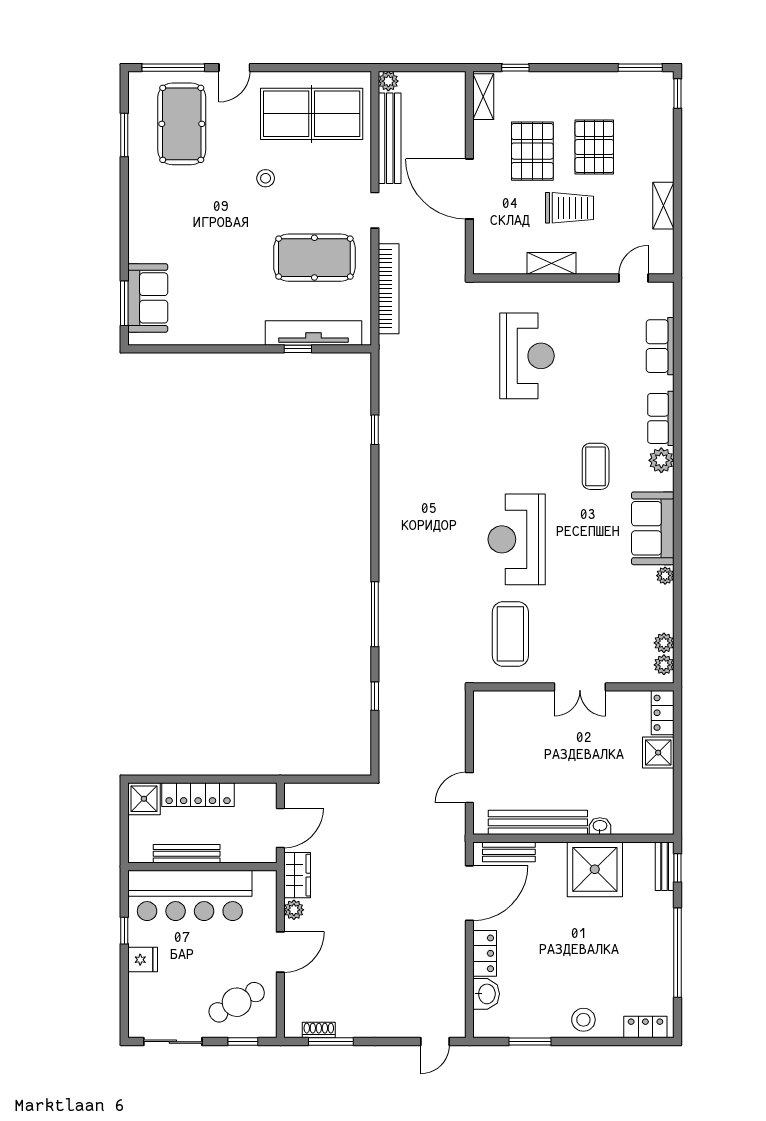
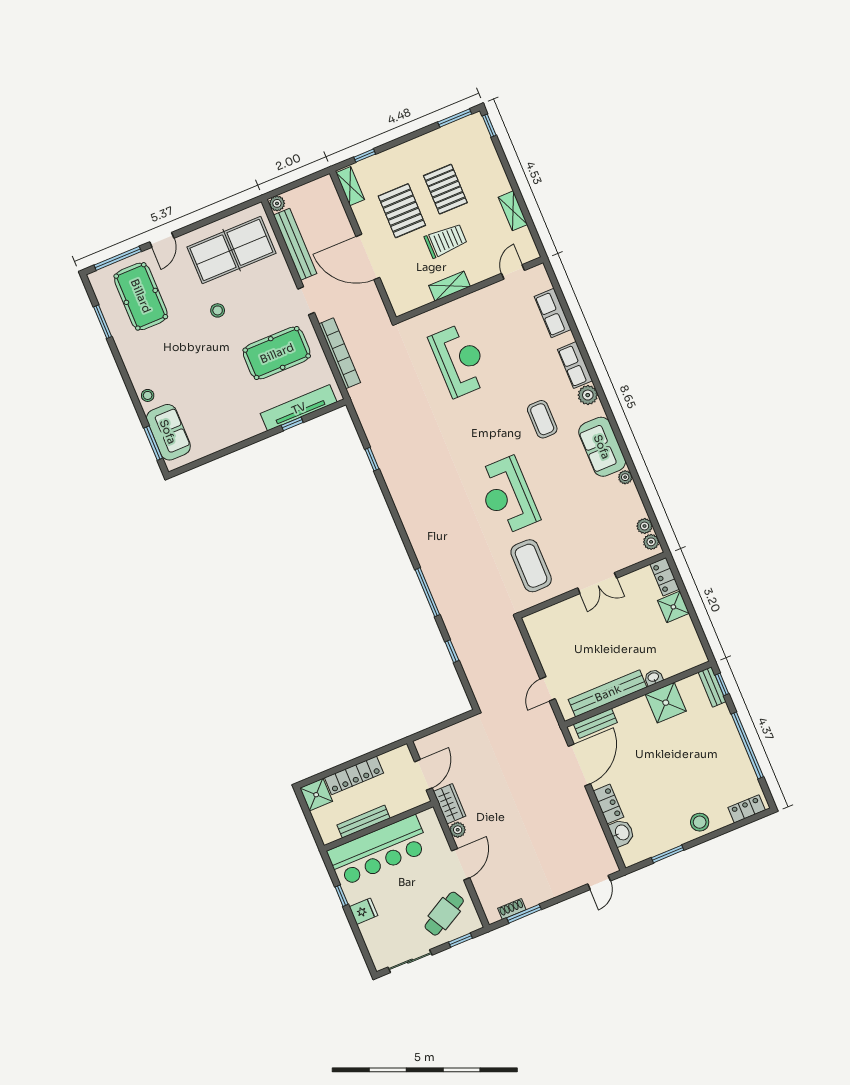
stool: (141, 244) -> (148, 395), added
shower: (595, 869) -> (666, 703), width x0.73, depth x0.73

